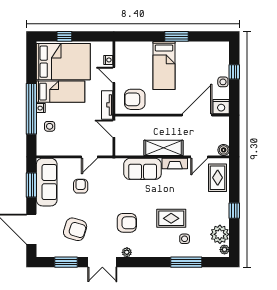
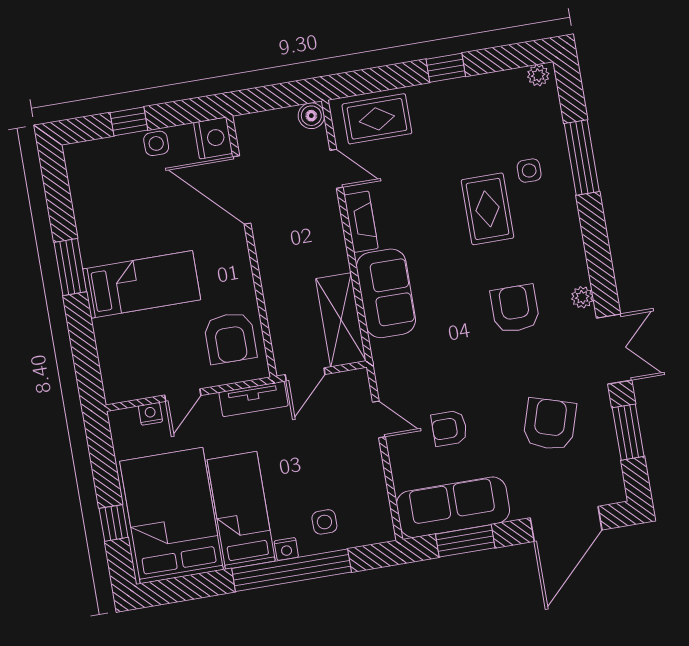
shelving: (163, 148) -> (341, 320), moved
plant: (220, 234) -> (505, 92), removed

